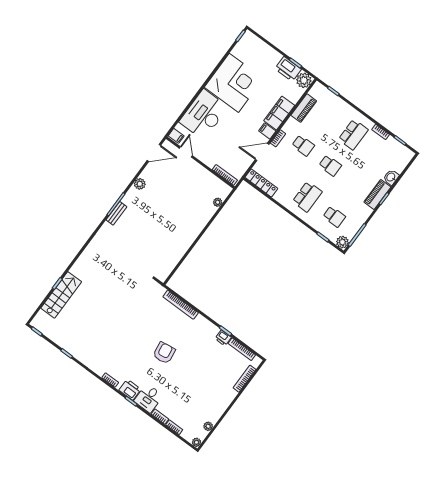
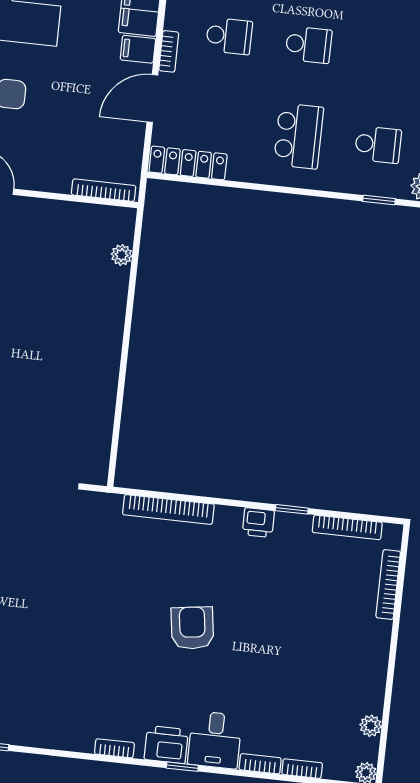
printer: (223, 338) -> (258, 523), moved

